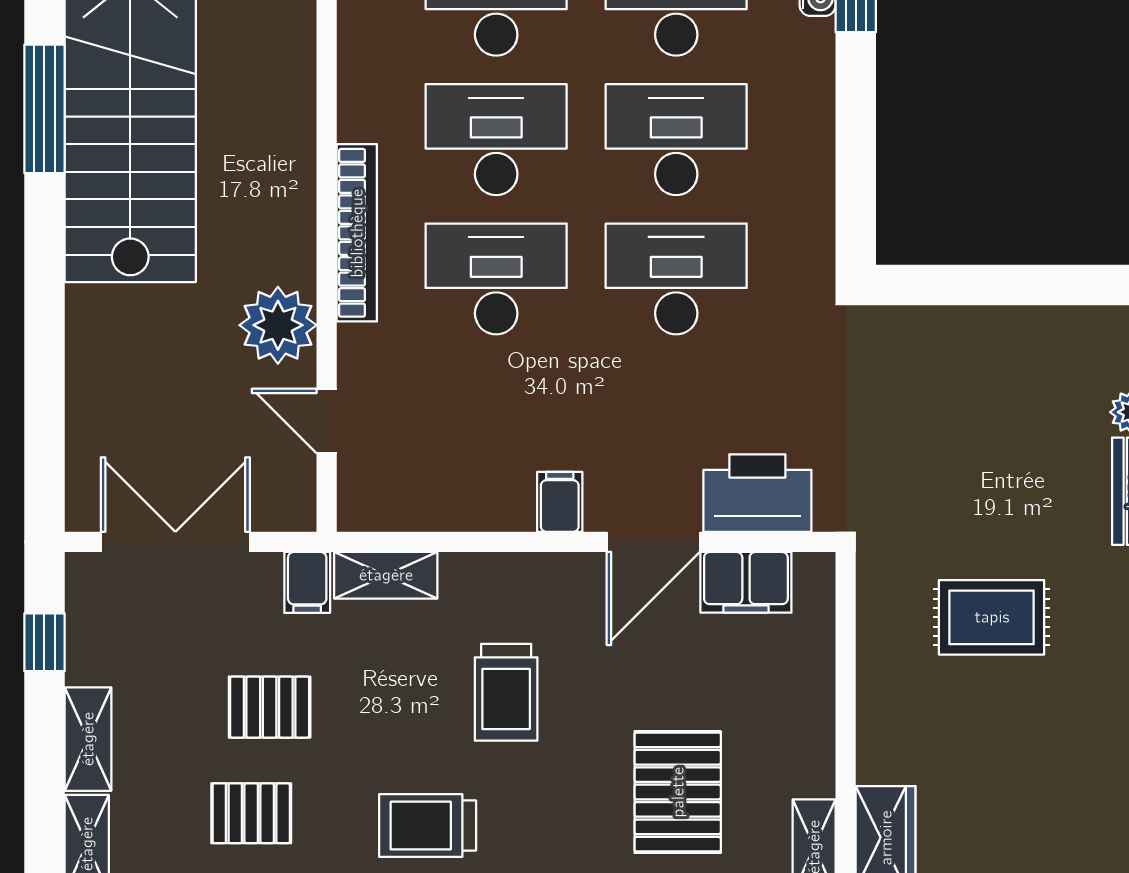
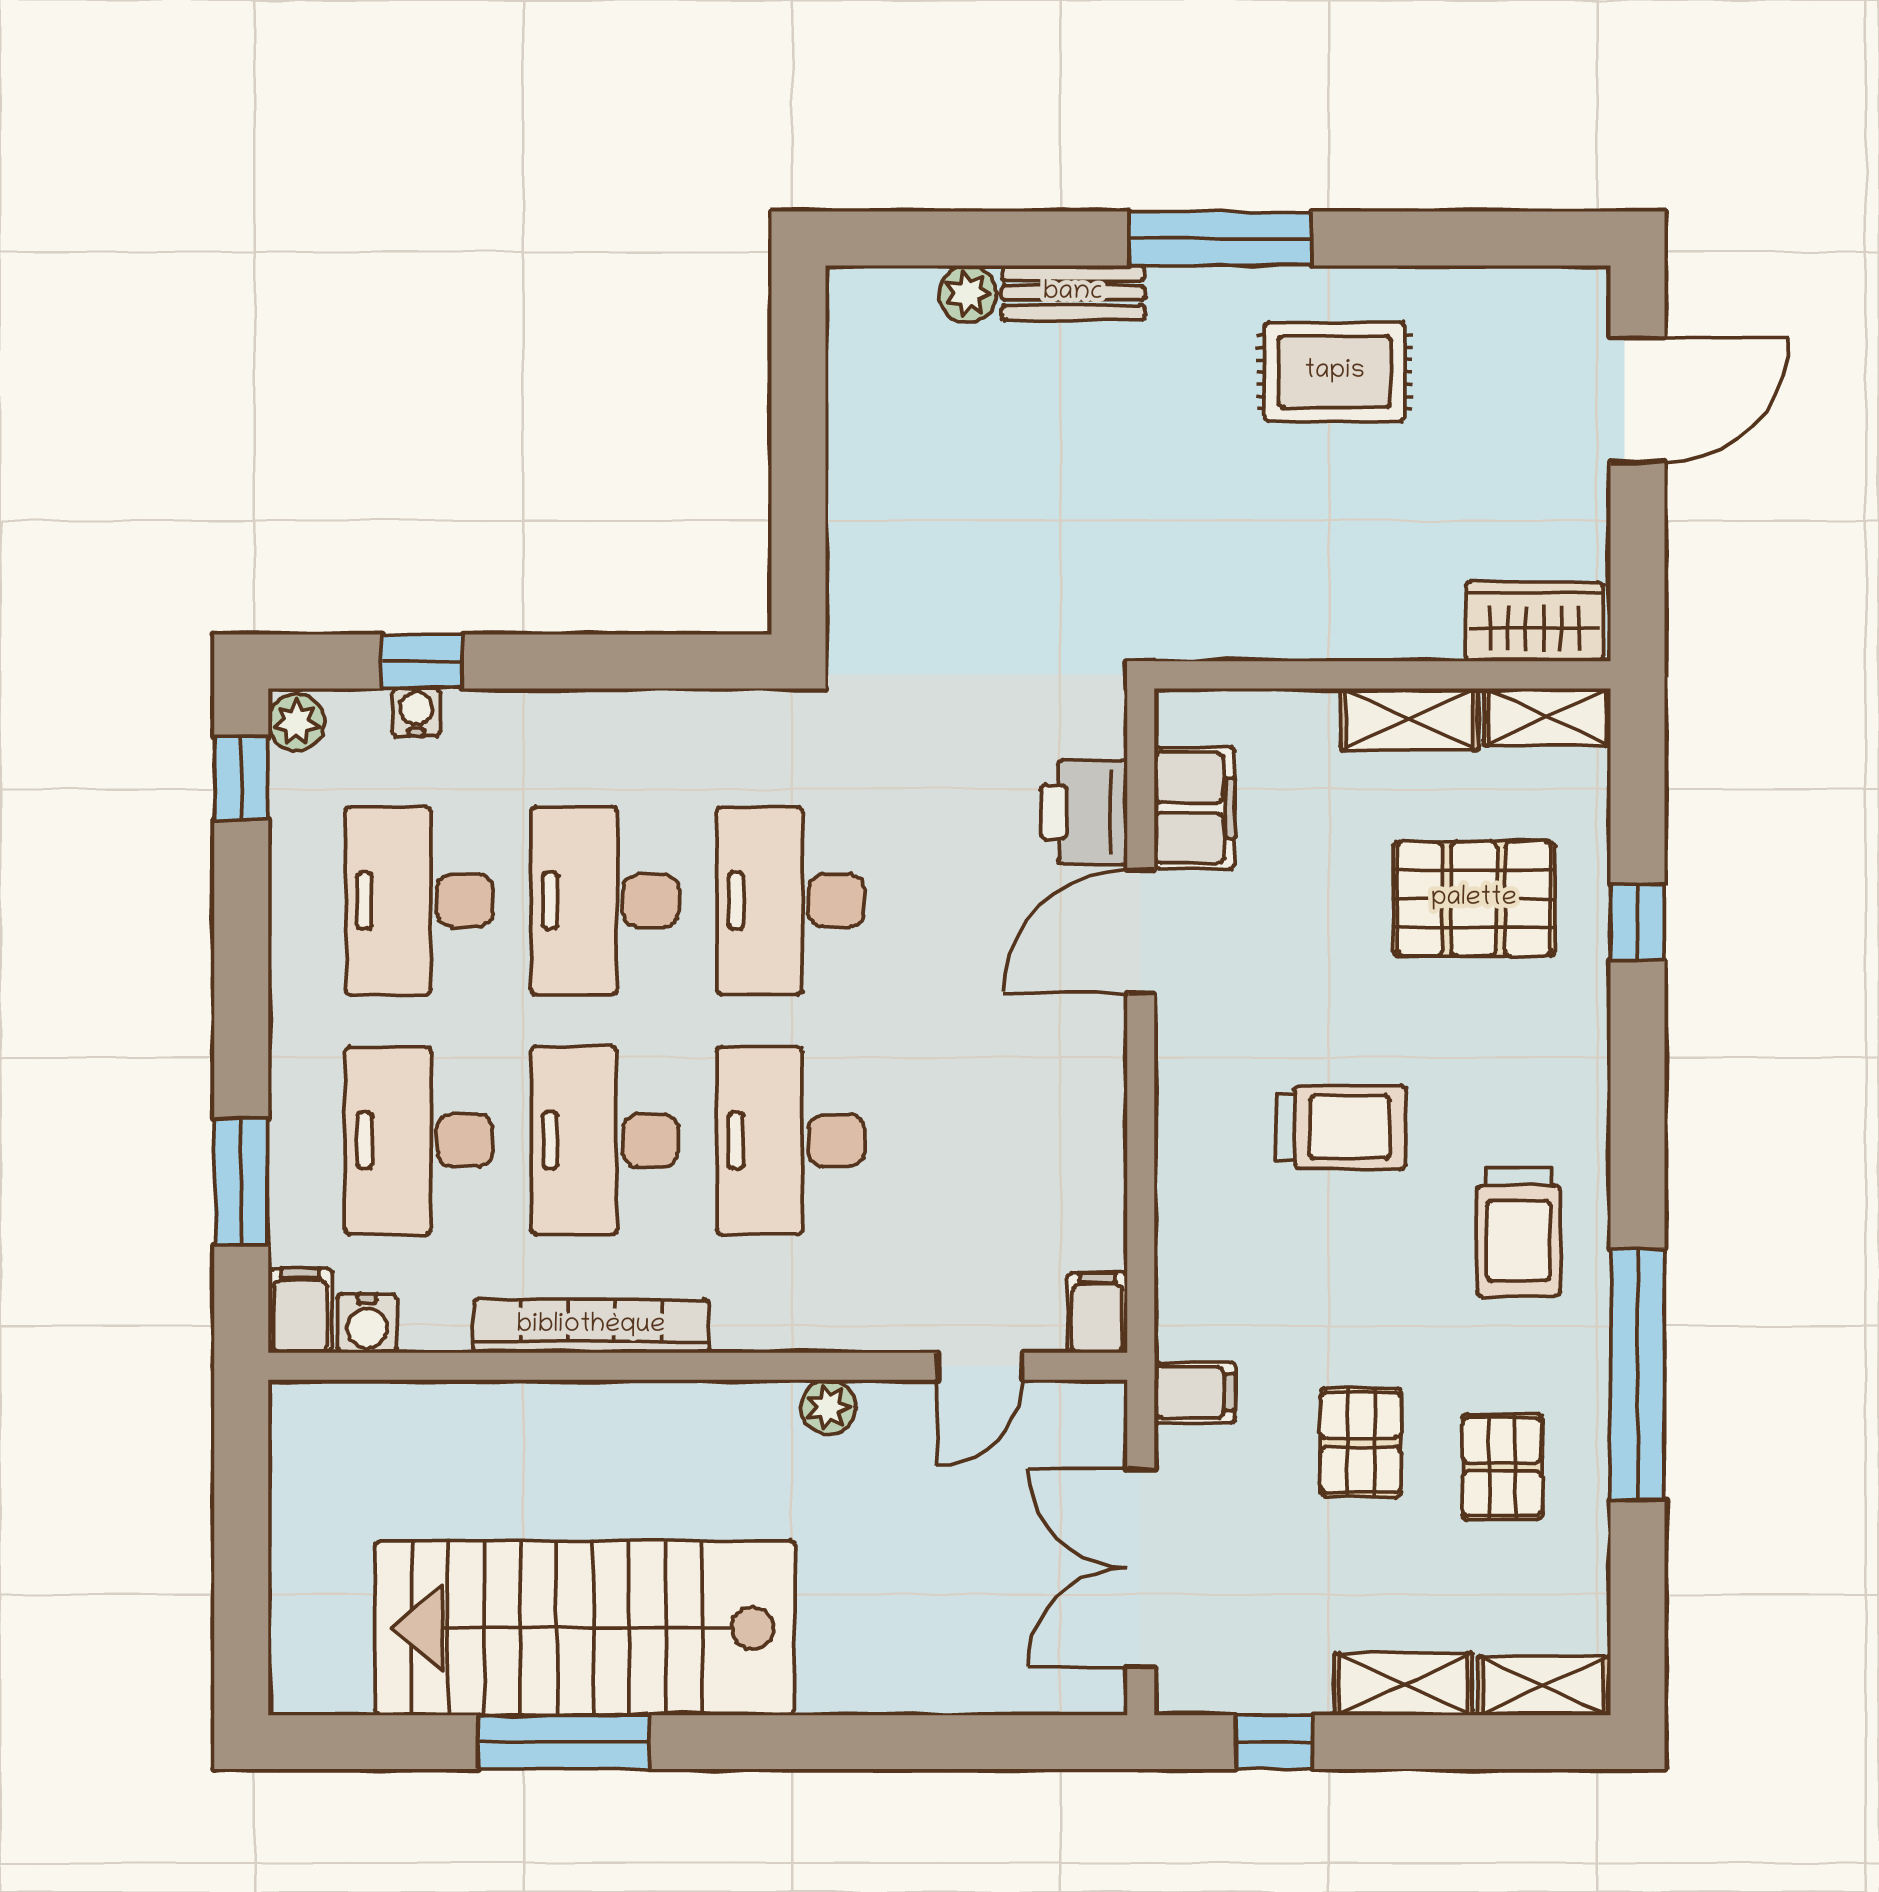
bookcase: (357, 233) -> (591, 1326), moved
plant: (278, 325) -> (828, 1407), width x0.53, depth x0.53
printer: (757, 493) -> (1084, 812), width x0.73, depth x0.84
filing cabinet: (560, 502) -> (1097, 1313), moved, turned 90
door: (653, 542) -> (1141, 931), swing flipped
shelving: (386, 575) -> (1409, 719), moved, turned 90
rug: (992, 617) -> (1335, 372), moved, turned 90

